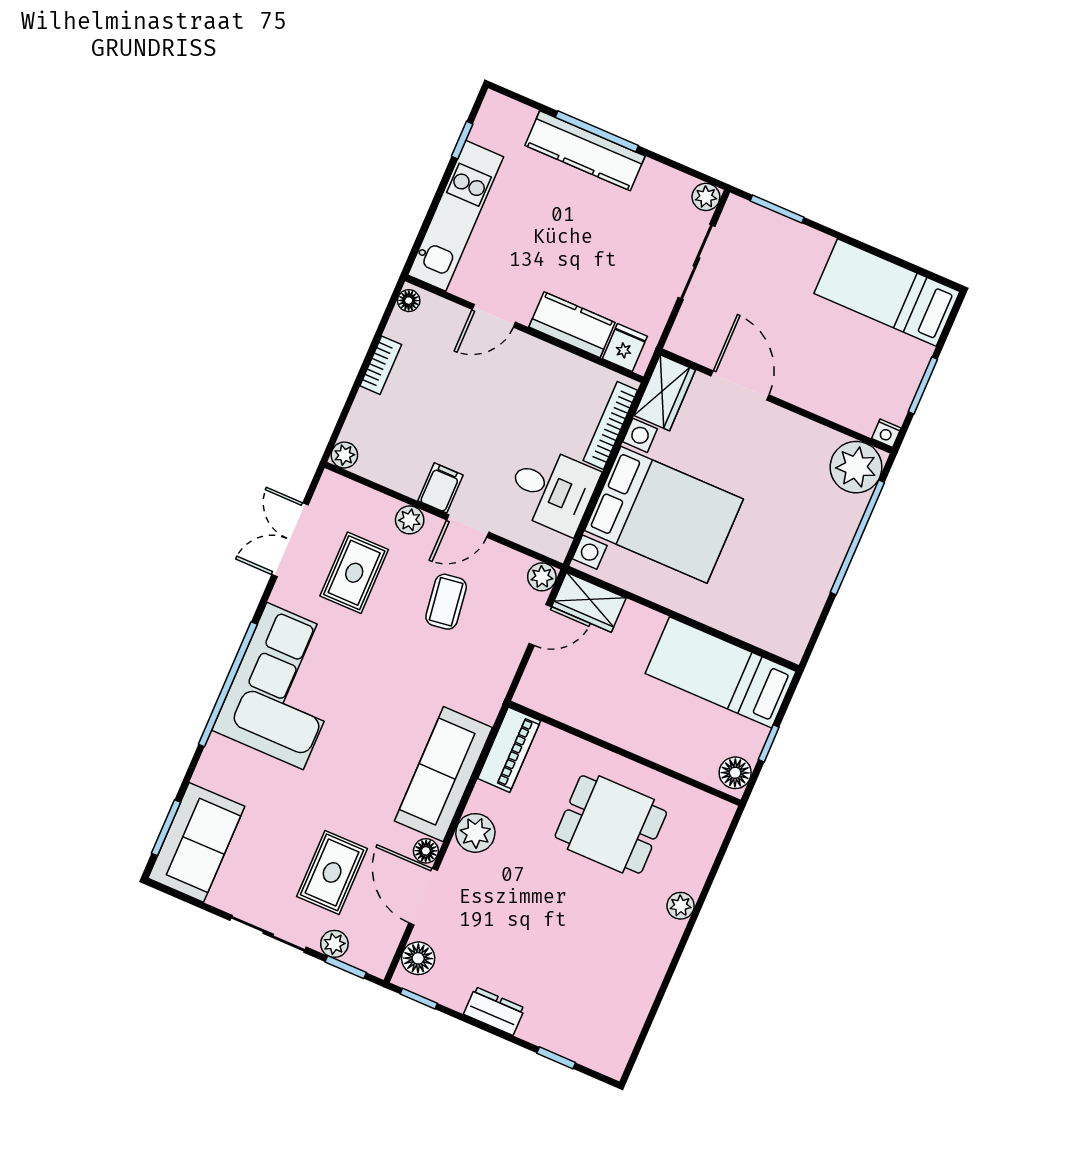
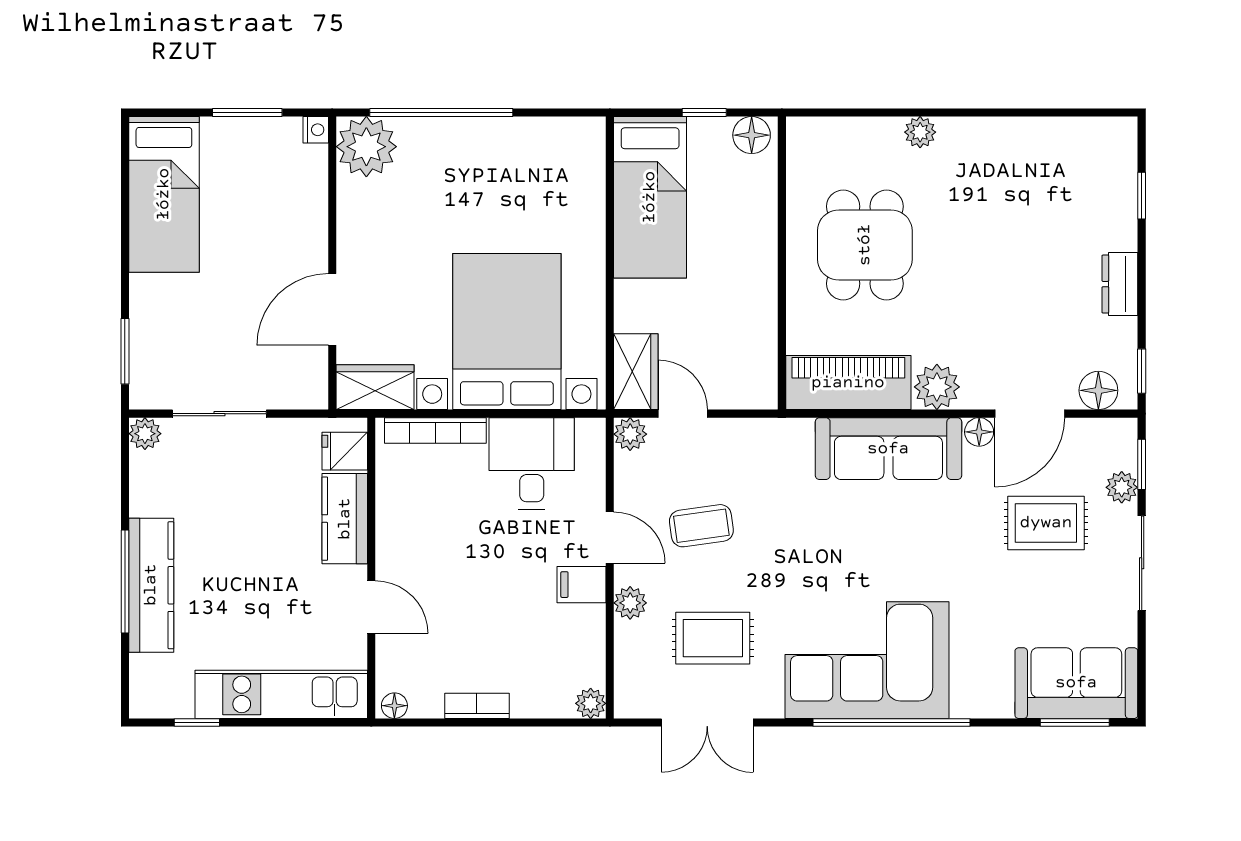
piano: (509, 750) -> (848, 383), width x1.37, depth x1.33

